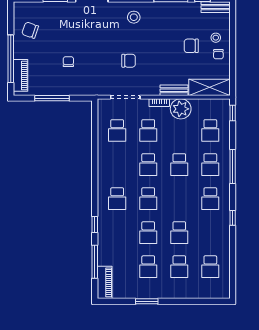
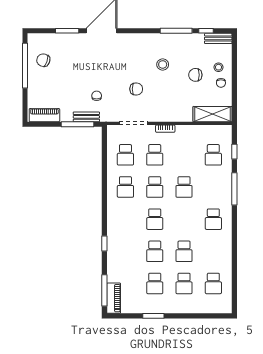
stool: (134, 17) -> (163, 64), moved
window: (11, 59) -> (25, 66), moved
chair: (68, 62) -> (97, 96), moved
piano: (20, 75) -> (44, 115), moved, turned -90
bench: (174, 90) -> (86, 117), moved
window: (52, 98) -> (77, 124), moved
plant: (181, 109) -> (185, 134), removed
window: (233, 113) -> (234, 152), moved
school desk: (210, 165) -> (213, 187), removed
school desk: (117, 199) -> (125, 187), moved
window: (233, 218) -> (234, 237), removed
window: (95, 262) -> (104, 290), moved

